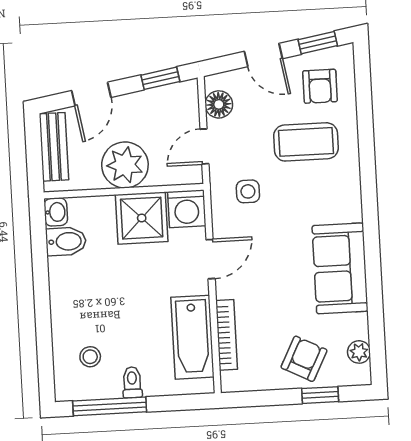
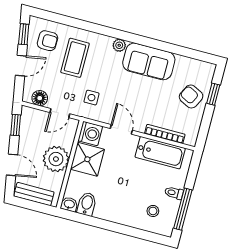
door: (204, 146) -> (60, 113), hinge flipped
plant: (359, 352) -> (119, 45), moved

